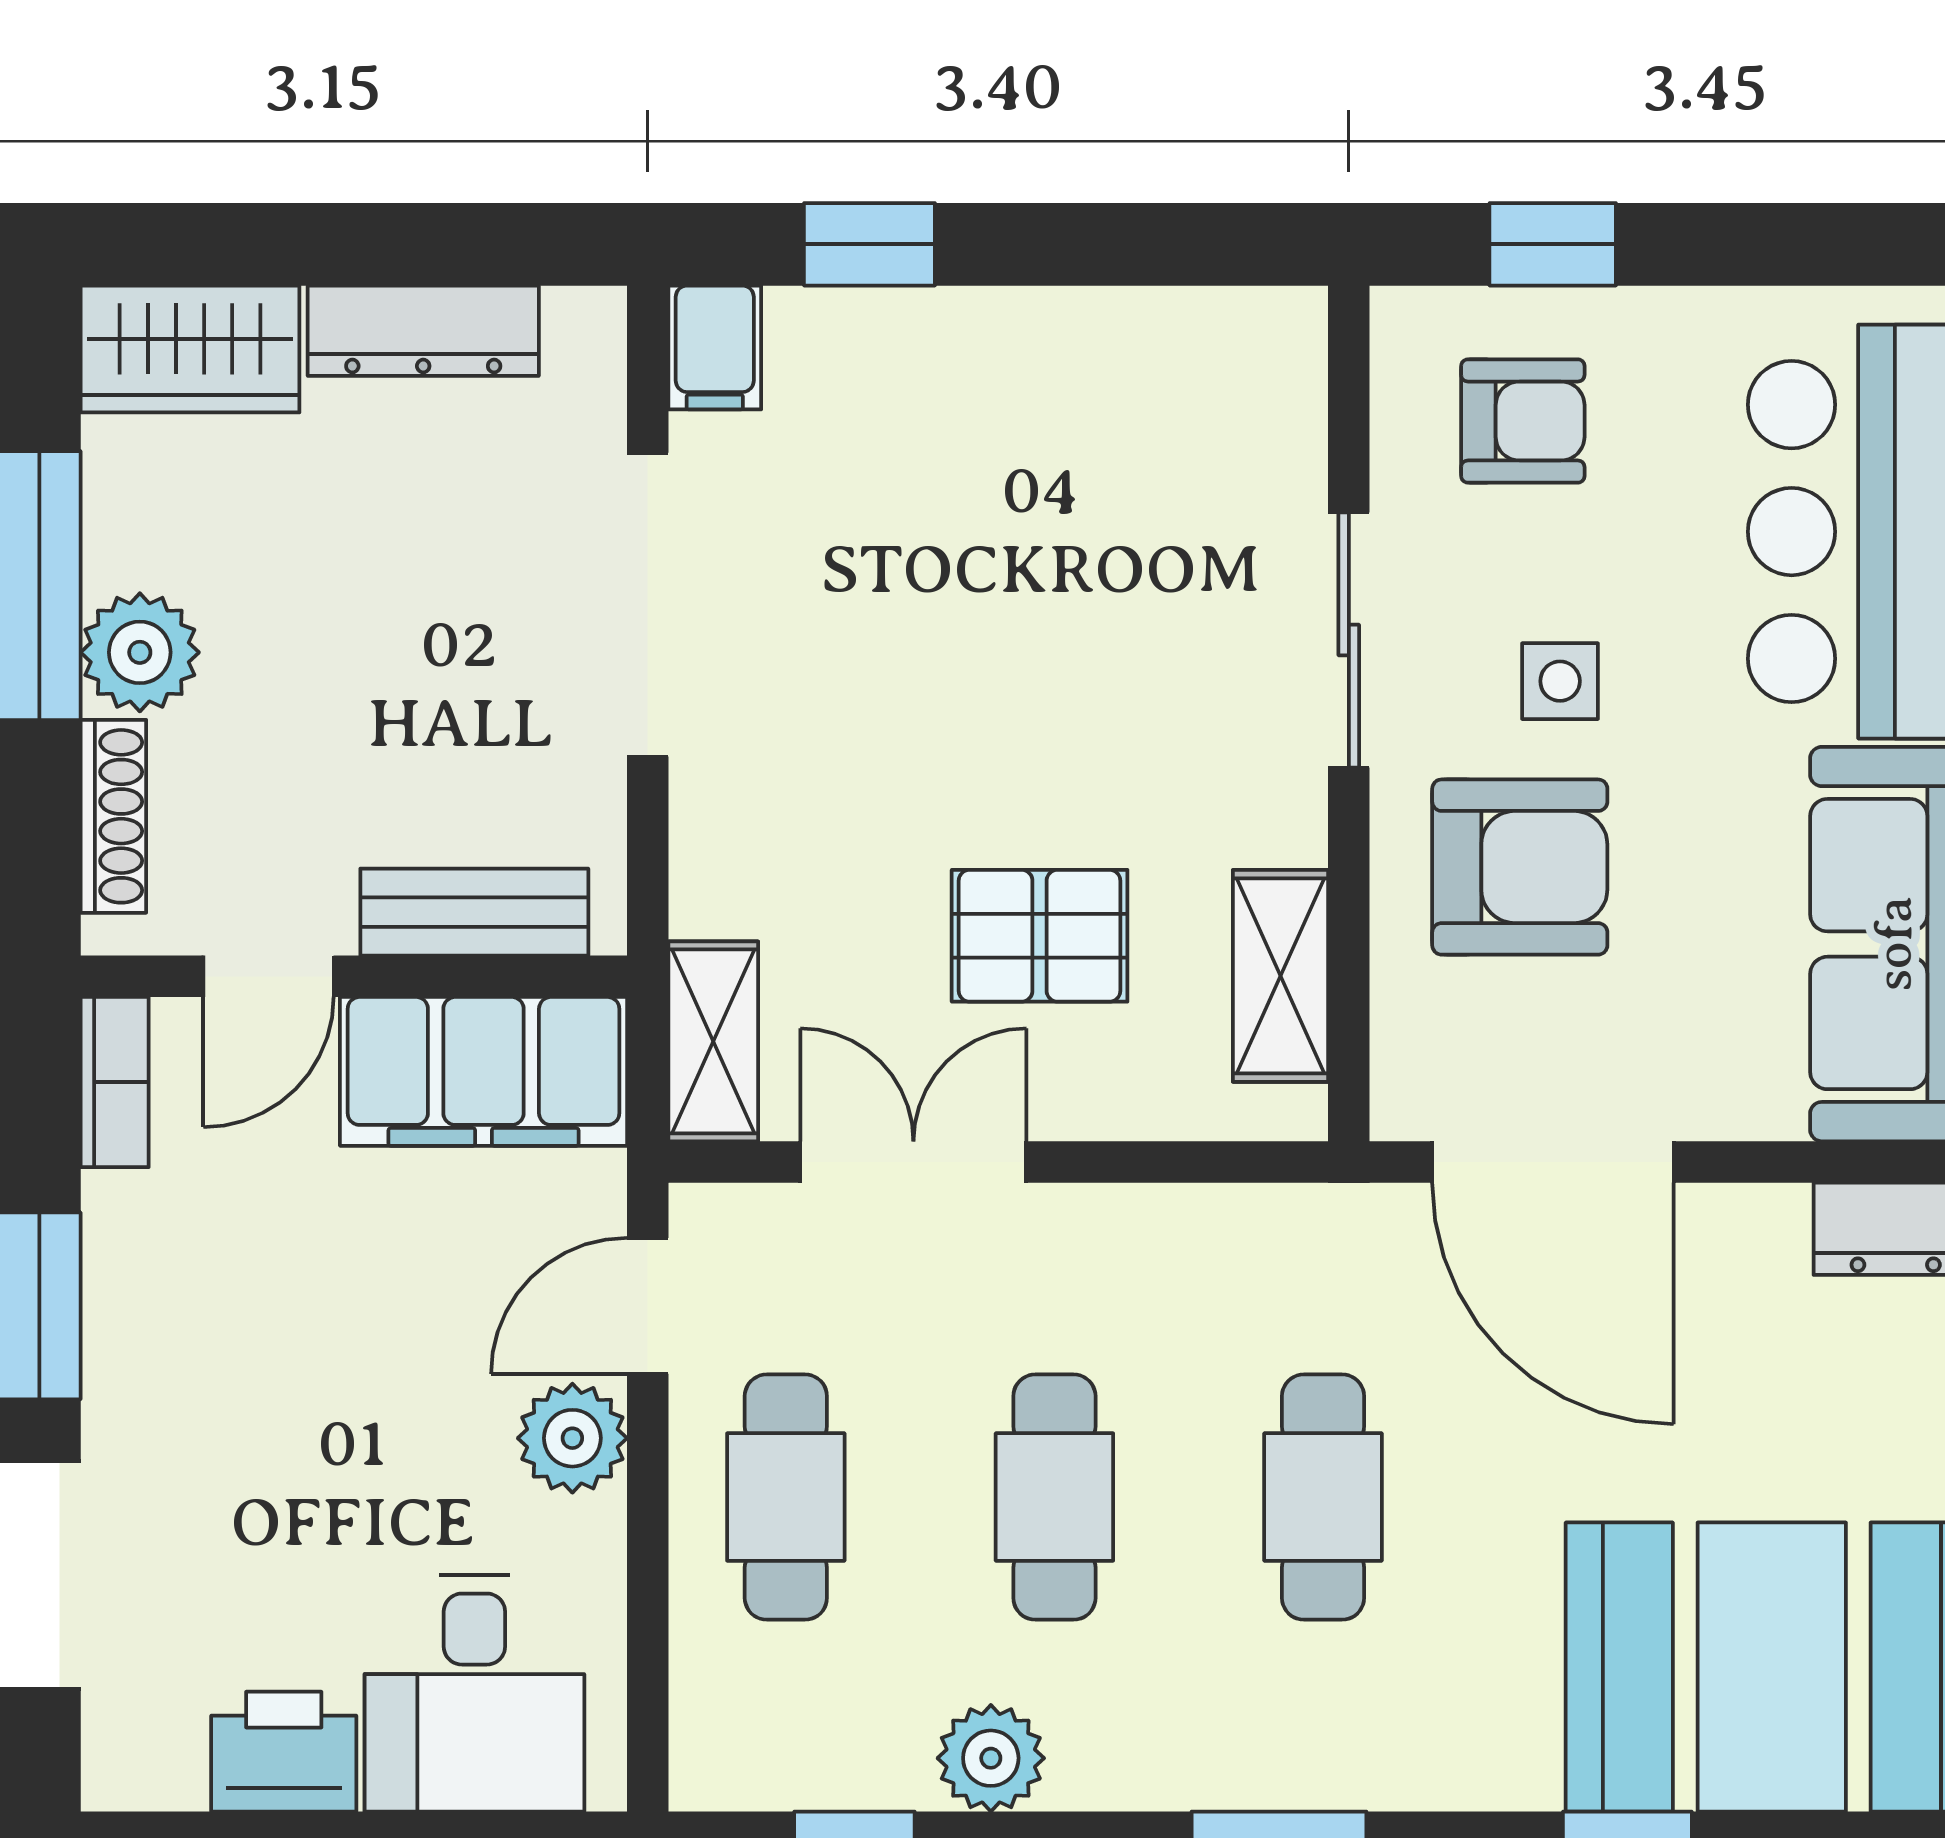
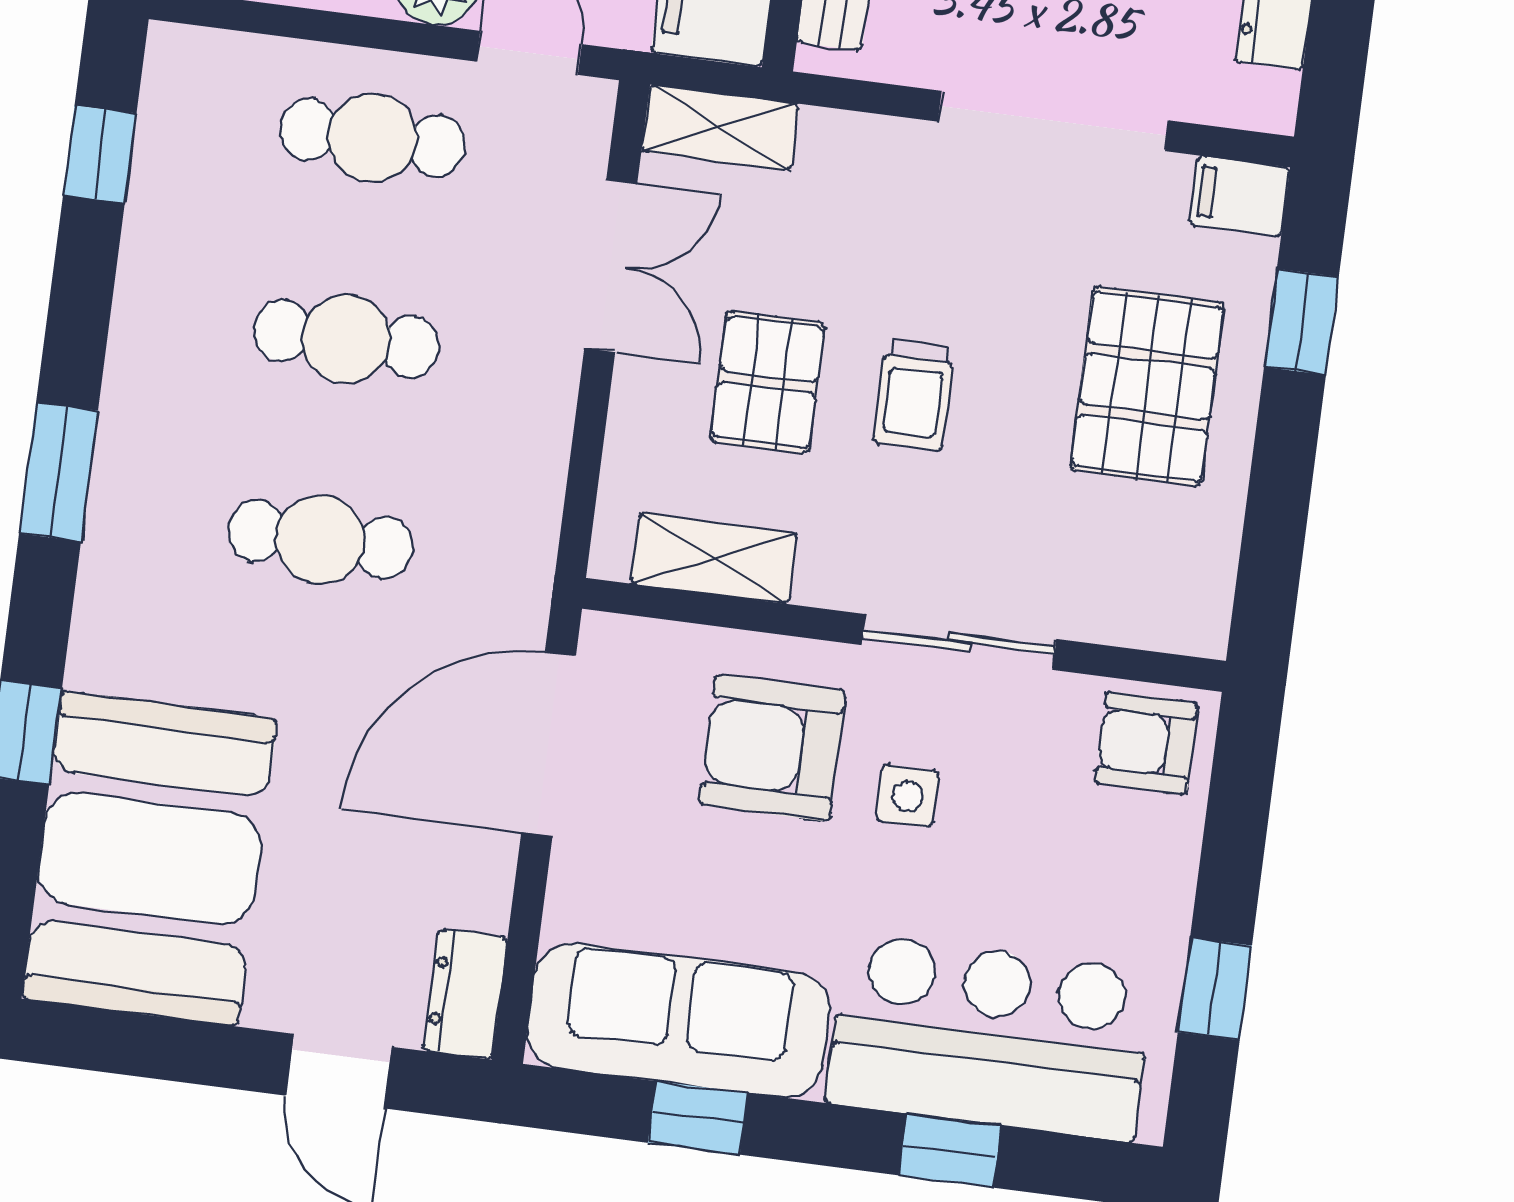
window: (1553, 244) -> (1215, 989), moved
armchair: (1523, 421) -> (1146, 743), moved, turned 90
pallet: (981, 436) -> (1147, 386), added
trolley: (1032, 741) -> (914, 395), added
armchair: (1520, 867) -> (772, 748), turned 90
plant: (991, 1758) -> (157, 266), removed

